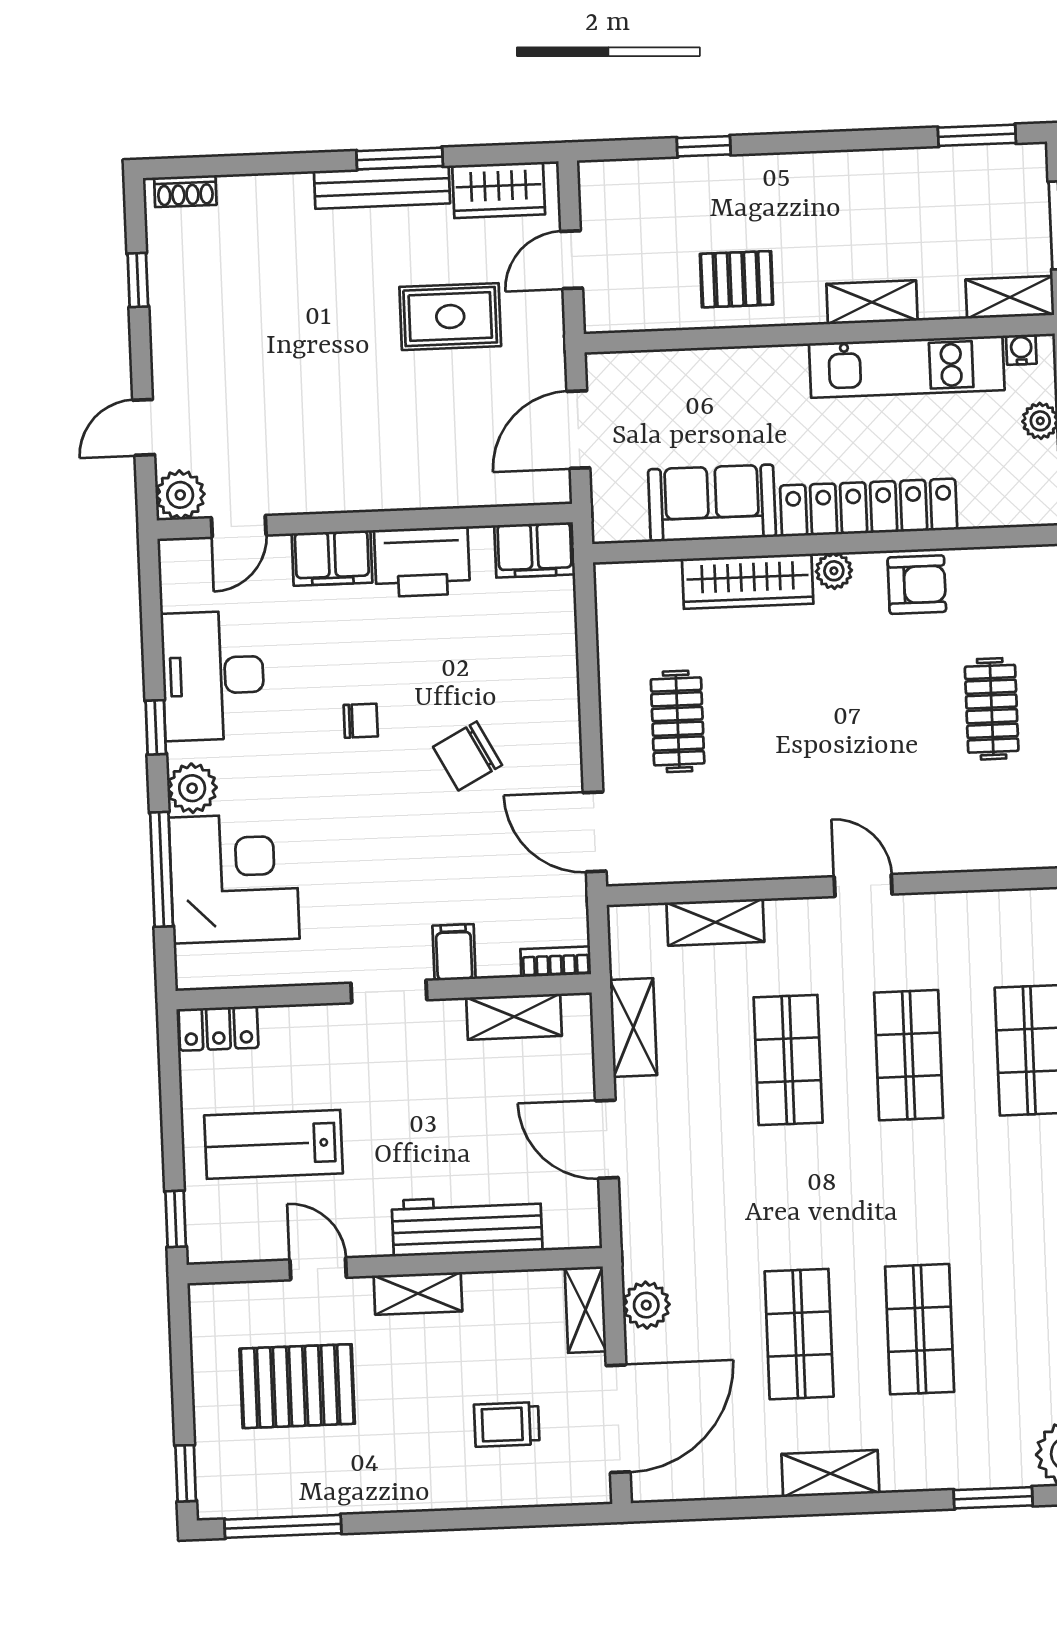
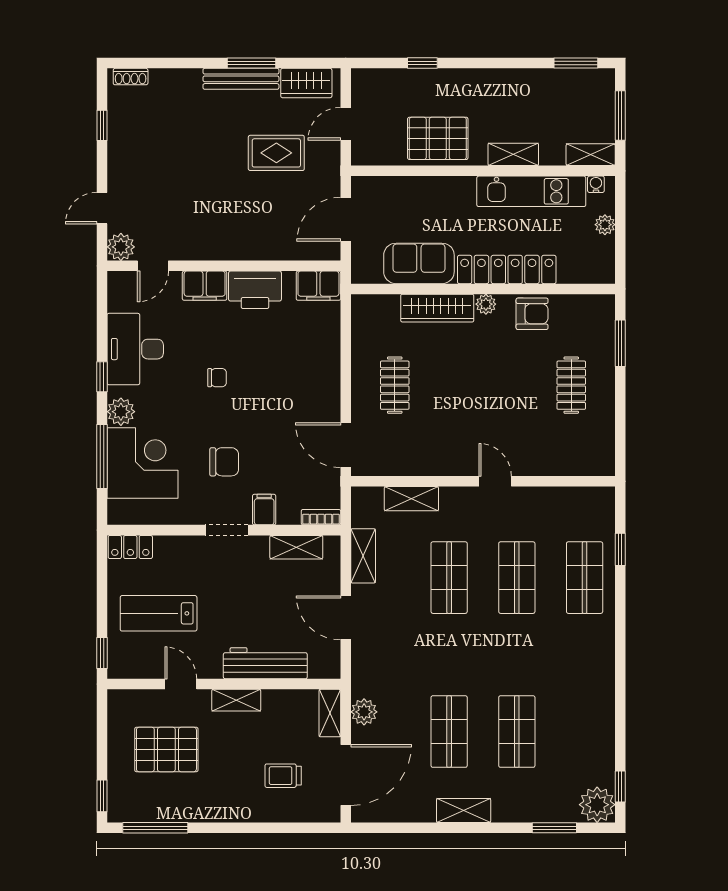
pallet: (737, 279) -> (438, 138), width x1.50, depth x1.42
chair: (468, 756) -> (224, 462), moved, turned -152

